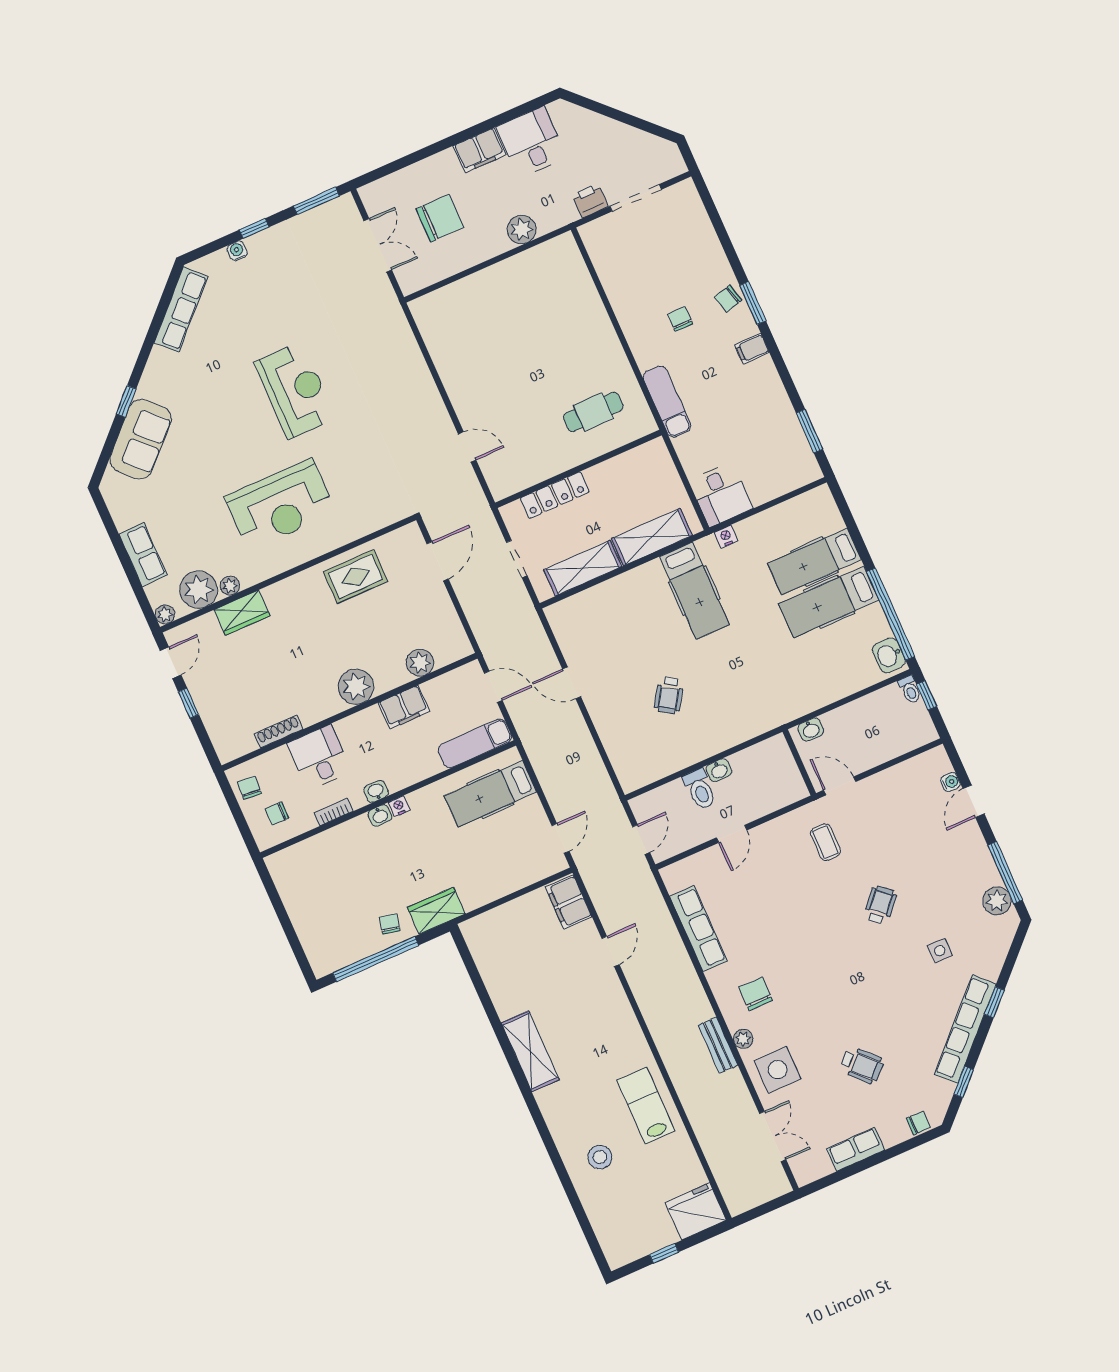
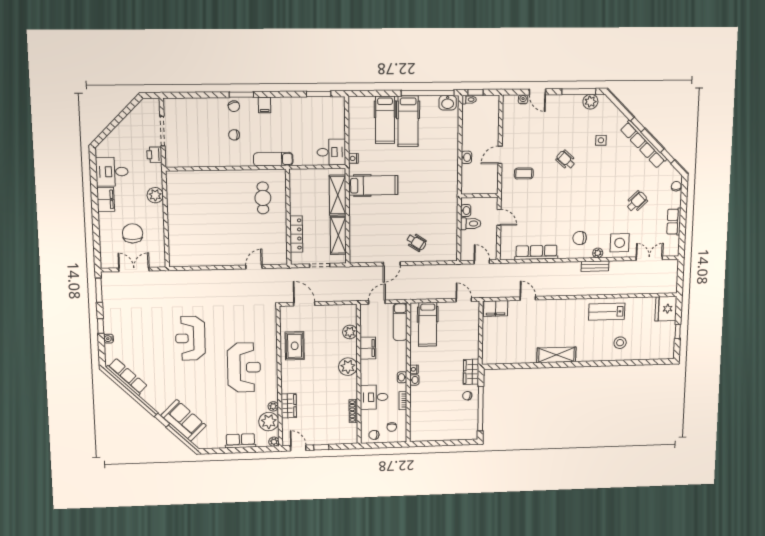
reception desk: (295, 390) -> (190, 338), turned -90
wheelchair: (669, 695) -> (416, 242), moved
wall: (799, 762) -> (479, 196), moved

